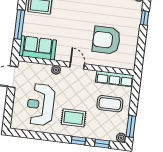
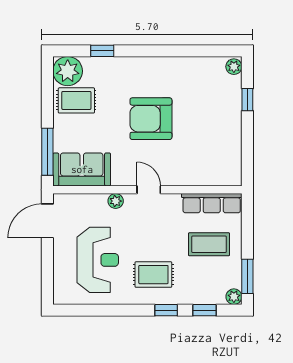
window: (19, 24) -> (47, 152), moved
armchair: (106, 40) -> (151, 119), moved
reception desk: (41, 105) -> (98, 260), turned 180

